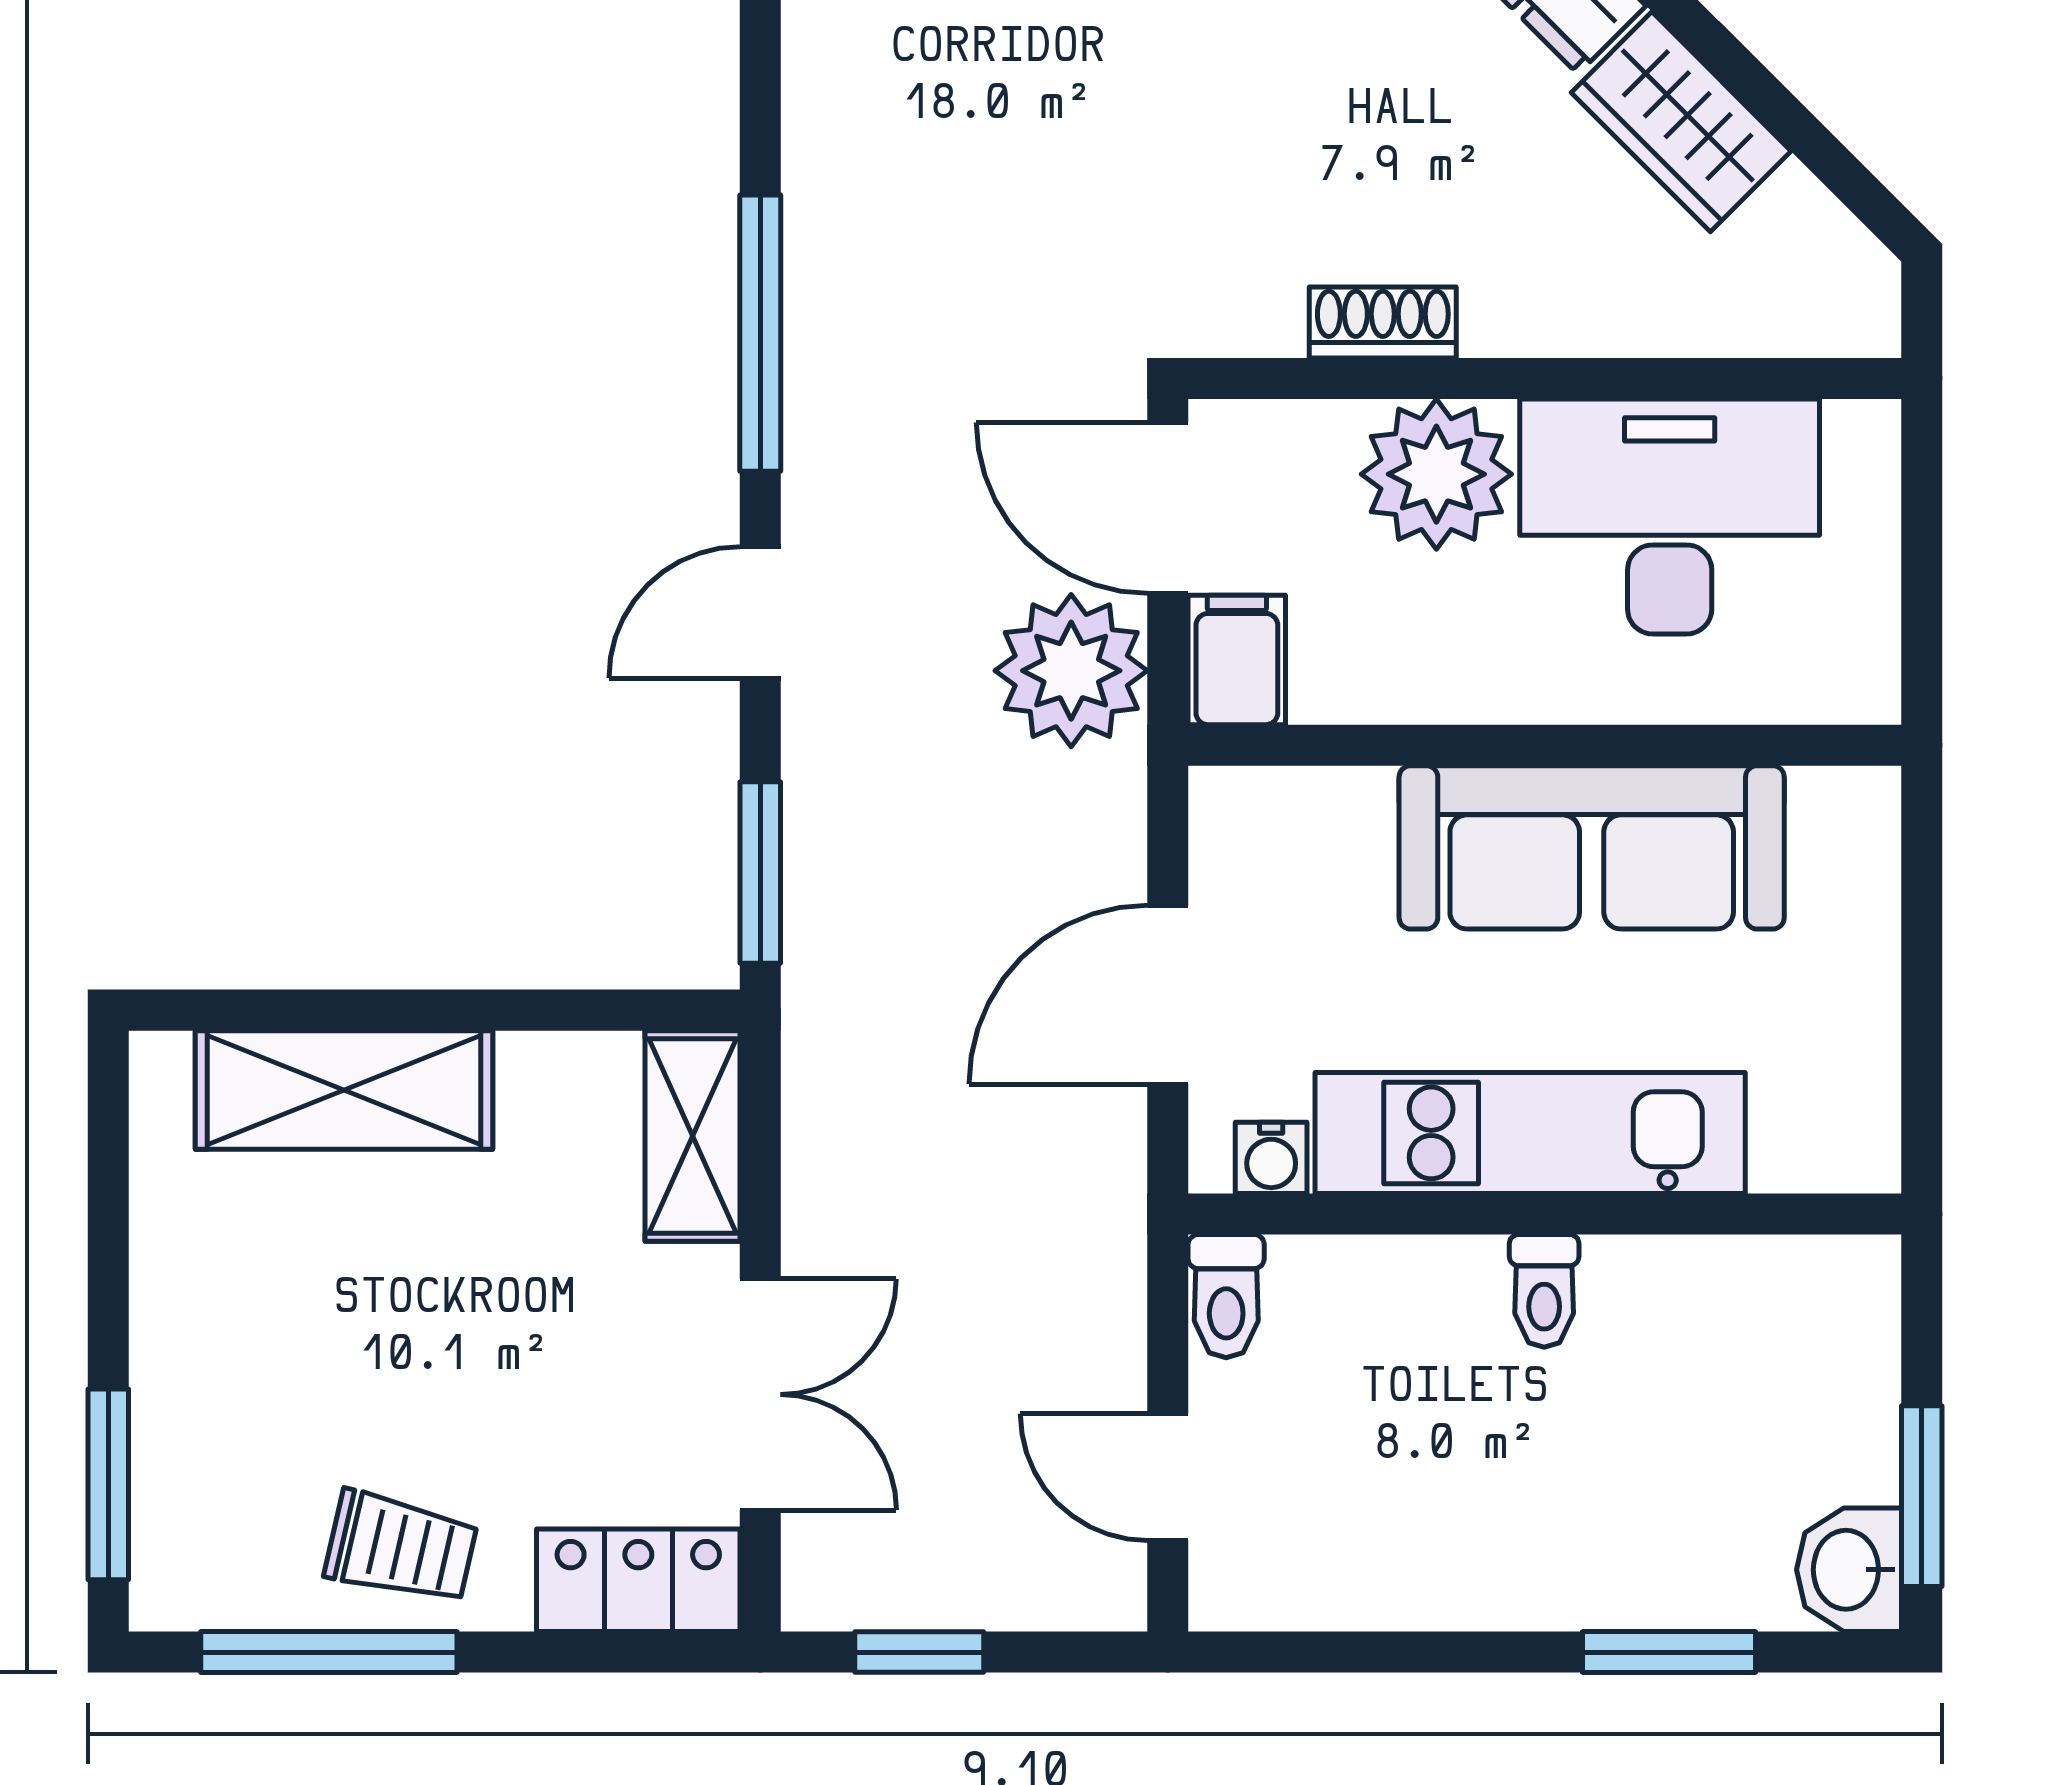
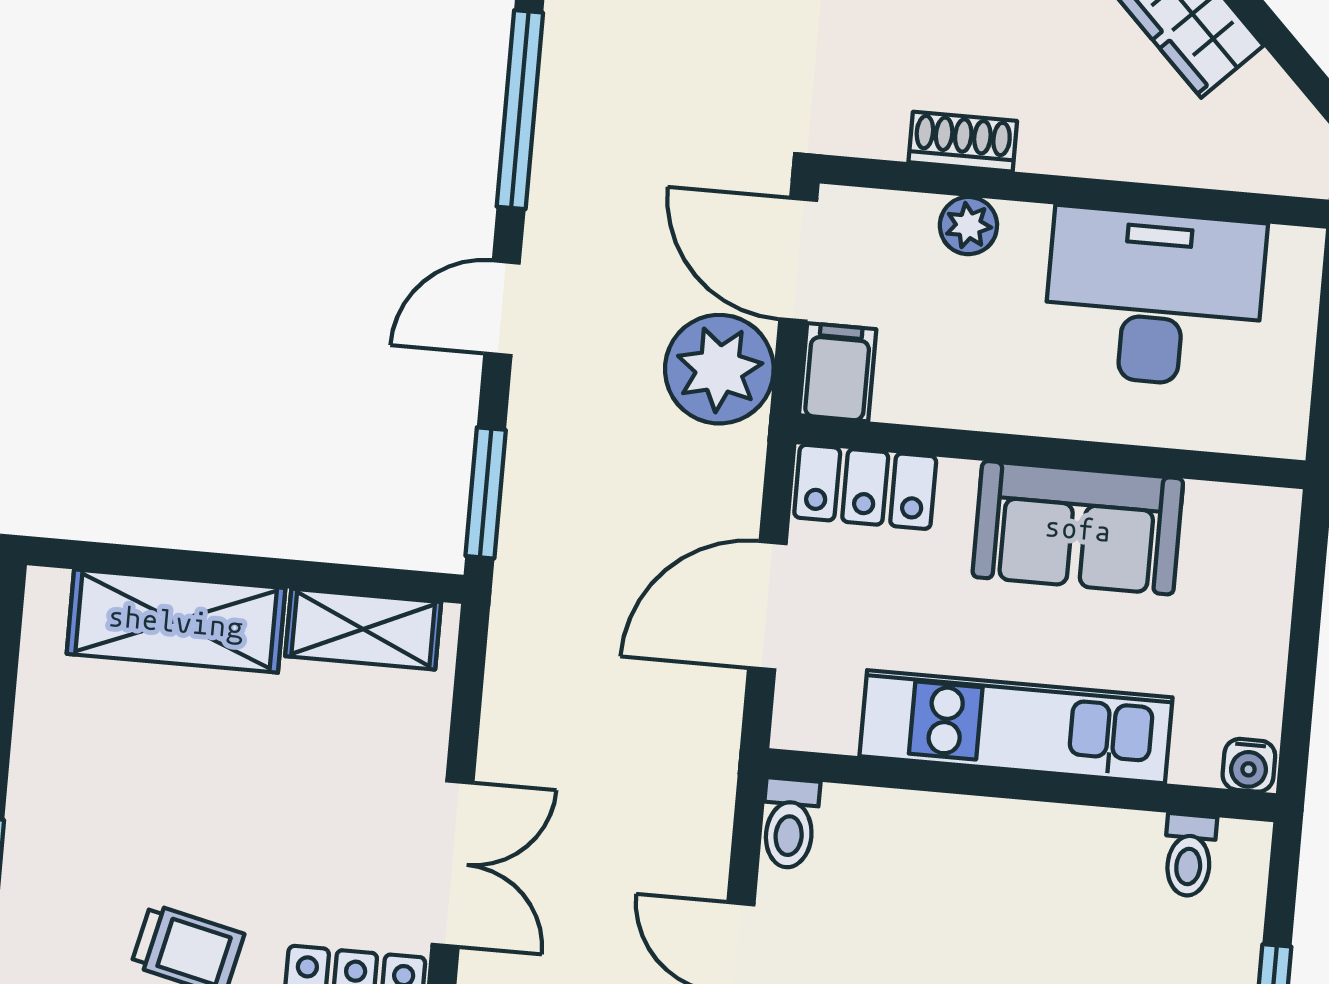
plant: (1436, 474) -> (968, 226), width x0.53, depth x0.53
locker: (1290, 817) -> (865, 487), added
sofa: (1592, 847) -> (1078, 528), width x0.73
shelving: (692, 1136) -> (363, 629), moved, turned 90
water cooler: (1271, 1158) -> (1249, 765), moved
toilet: (1544, 1291) -> (1189, 855), moved

